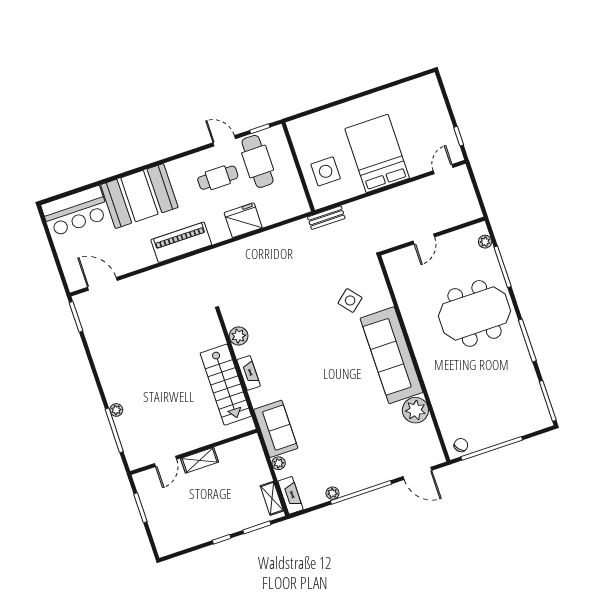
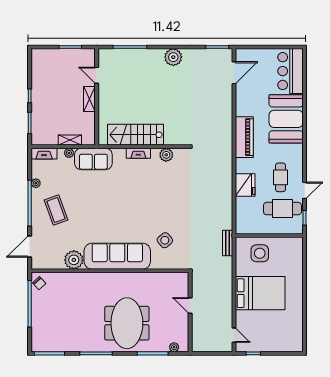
plant: (116, 410) -> (173, 57), moved, width x1.88, depth x1.88
coffee table: (358, 455) -> (56, 210), added
shelving: (272, 498) -> (70, 140), moved

